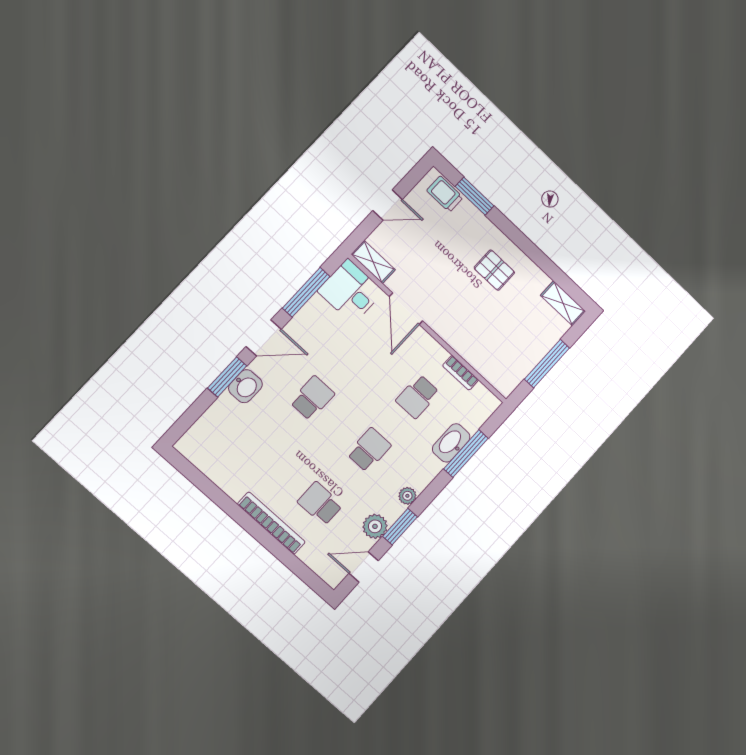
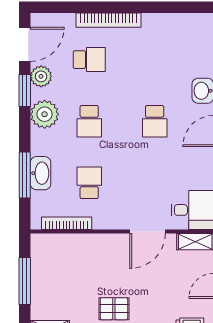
door: (406, 309) -> (148, 232), swing flipped
bookcase: (461, 373) -> (67, 223), width x1.56
plant: (407, 496) -> (45, 114), width x1.88, depth x1.88
door: (364, 567) -> (25, 44), width x1.38

